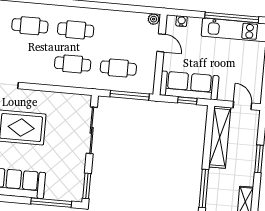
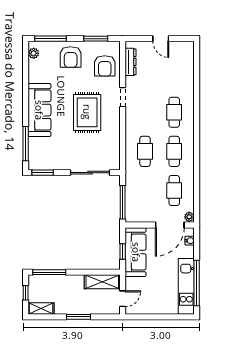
door: (161, 43) -> (170, 225), width x1.88
cafe table: (118, 68) -> (174, 191), moved
shelving: (220, 137) -> (102, 282), width x0.68

